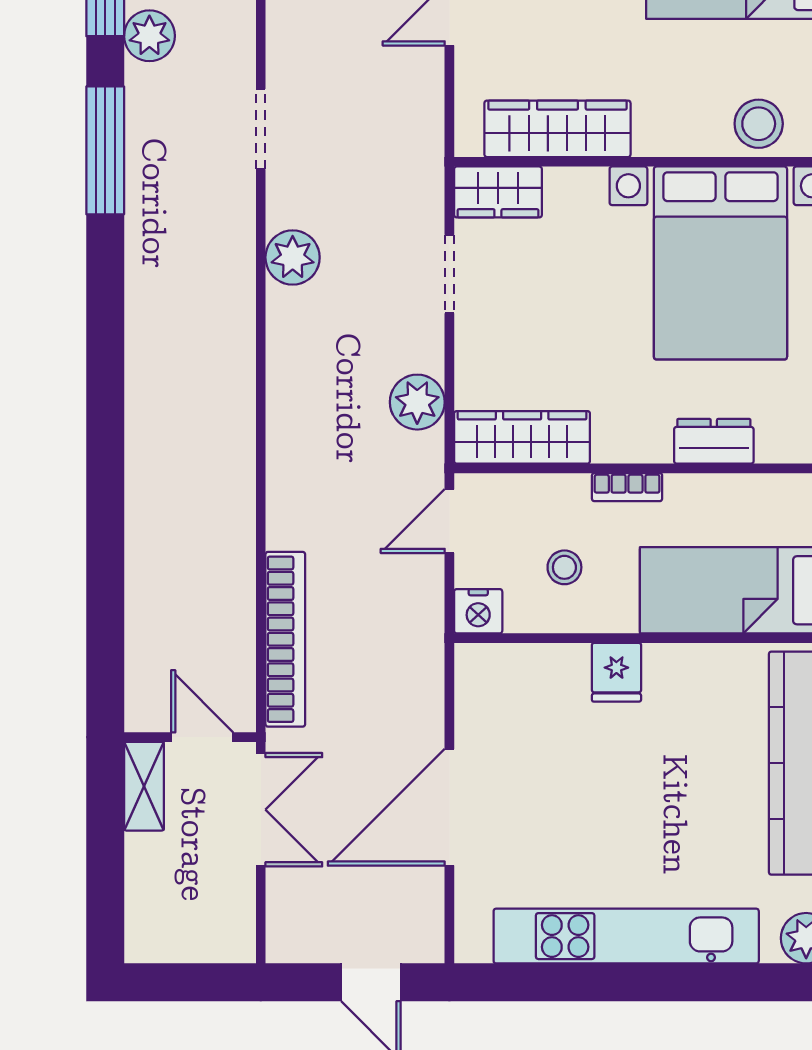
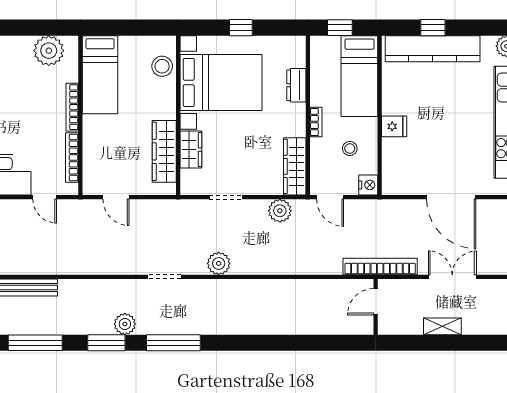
wardrobe: (498, 192) -> (191, 150), moved
wall: (190, 737) -> (376, 307), moved
door: (202, 737) -> (376, 302), moved

